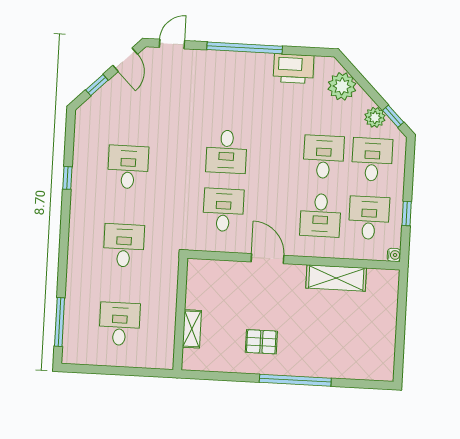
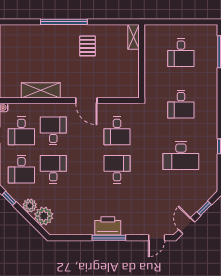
window: (245, 48) -> (109, 238), width x0.68
printer: (294, 69) -> (108, 226), moved
plant: (375, 117) -> (30, 206), moved
desk: (324, 157) -> (53, 169), turned 180
desk: (128, 167) -> (181, 156), width x1.37
shelving: (192, 329) -> (133, 37), moved
pallet: (261, 342) -> (87, 46), turned 90

